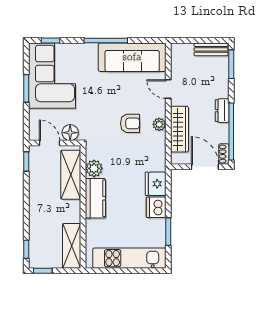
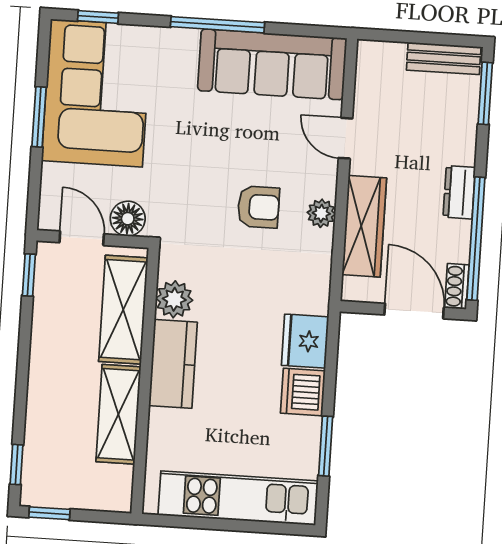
shelving: (72, 246) -> (118, 414), moved

